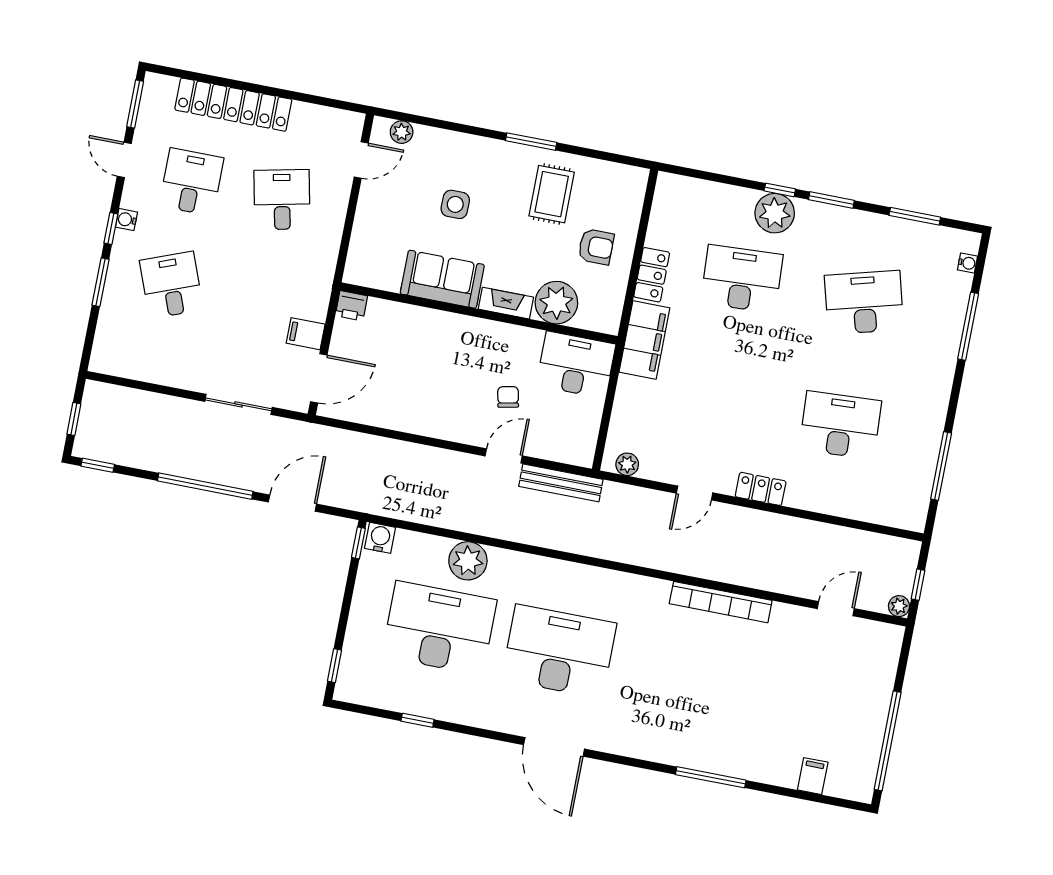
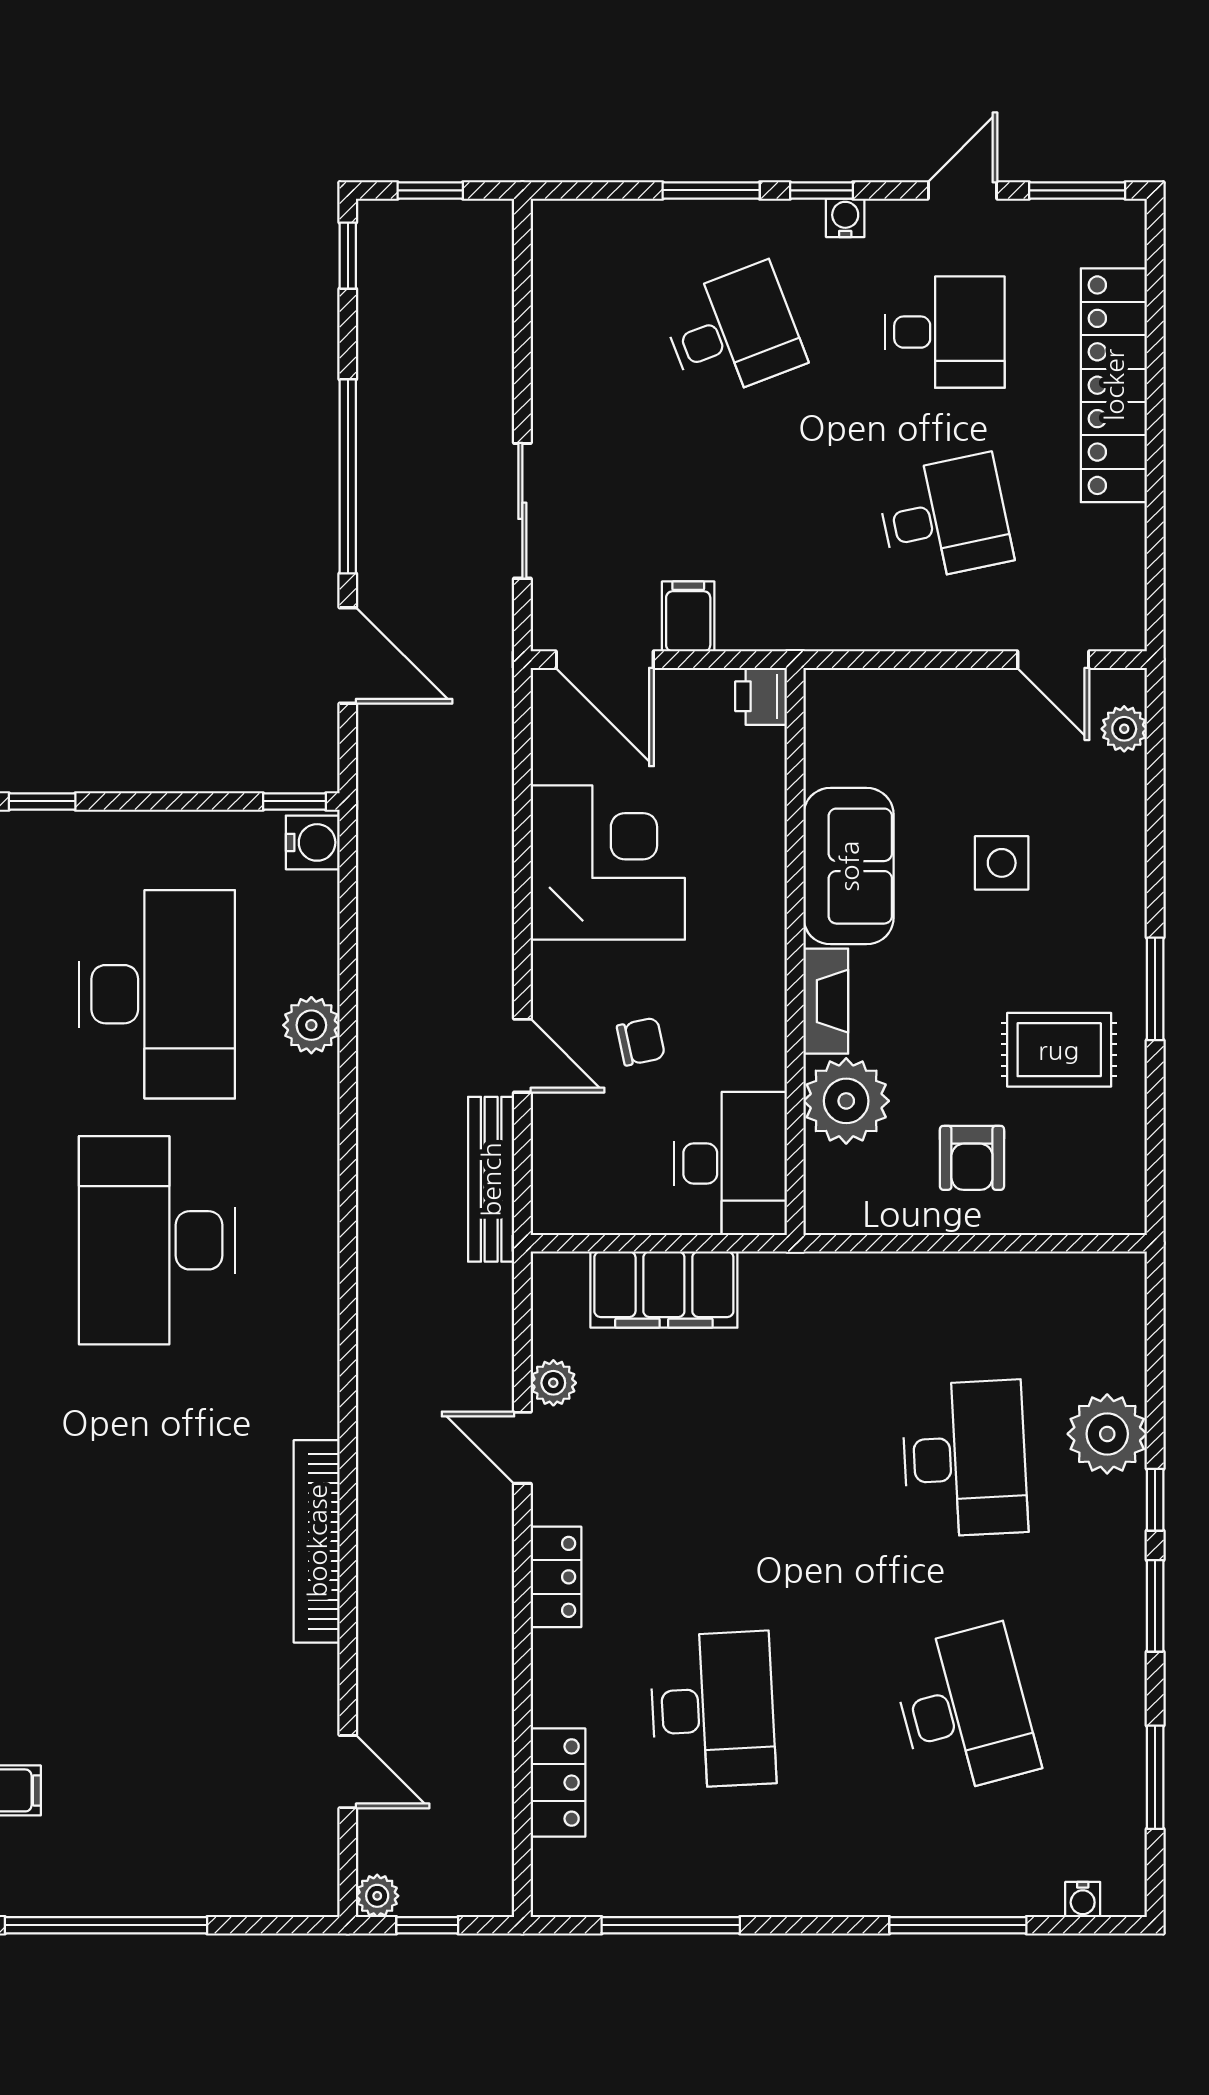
plant: (775, 213) -> (1107, 1434), moved
locker: (652, 275) -> (558, 1783), moved, turned -90
filing cabinet: (644, 340) -> (664, 1290), moved
corner desk: (418, 396) -> (608, 862), added
plant: (627, 464) -> (553, 1383), moved
plant: (468, 561) -> (311, 1025), width x0.73, depth x0.73
desk: (559, 651) -> (157, 1240), turned 180

